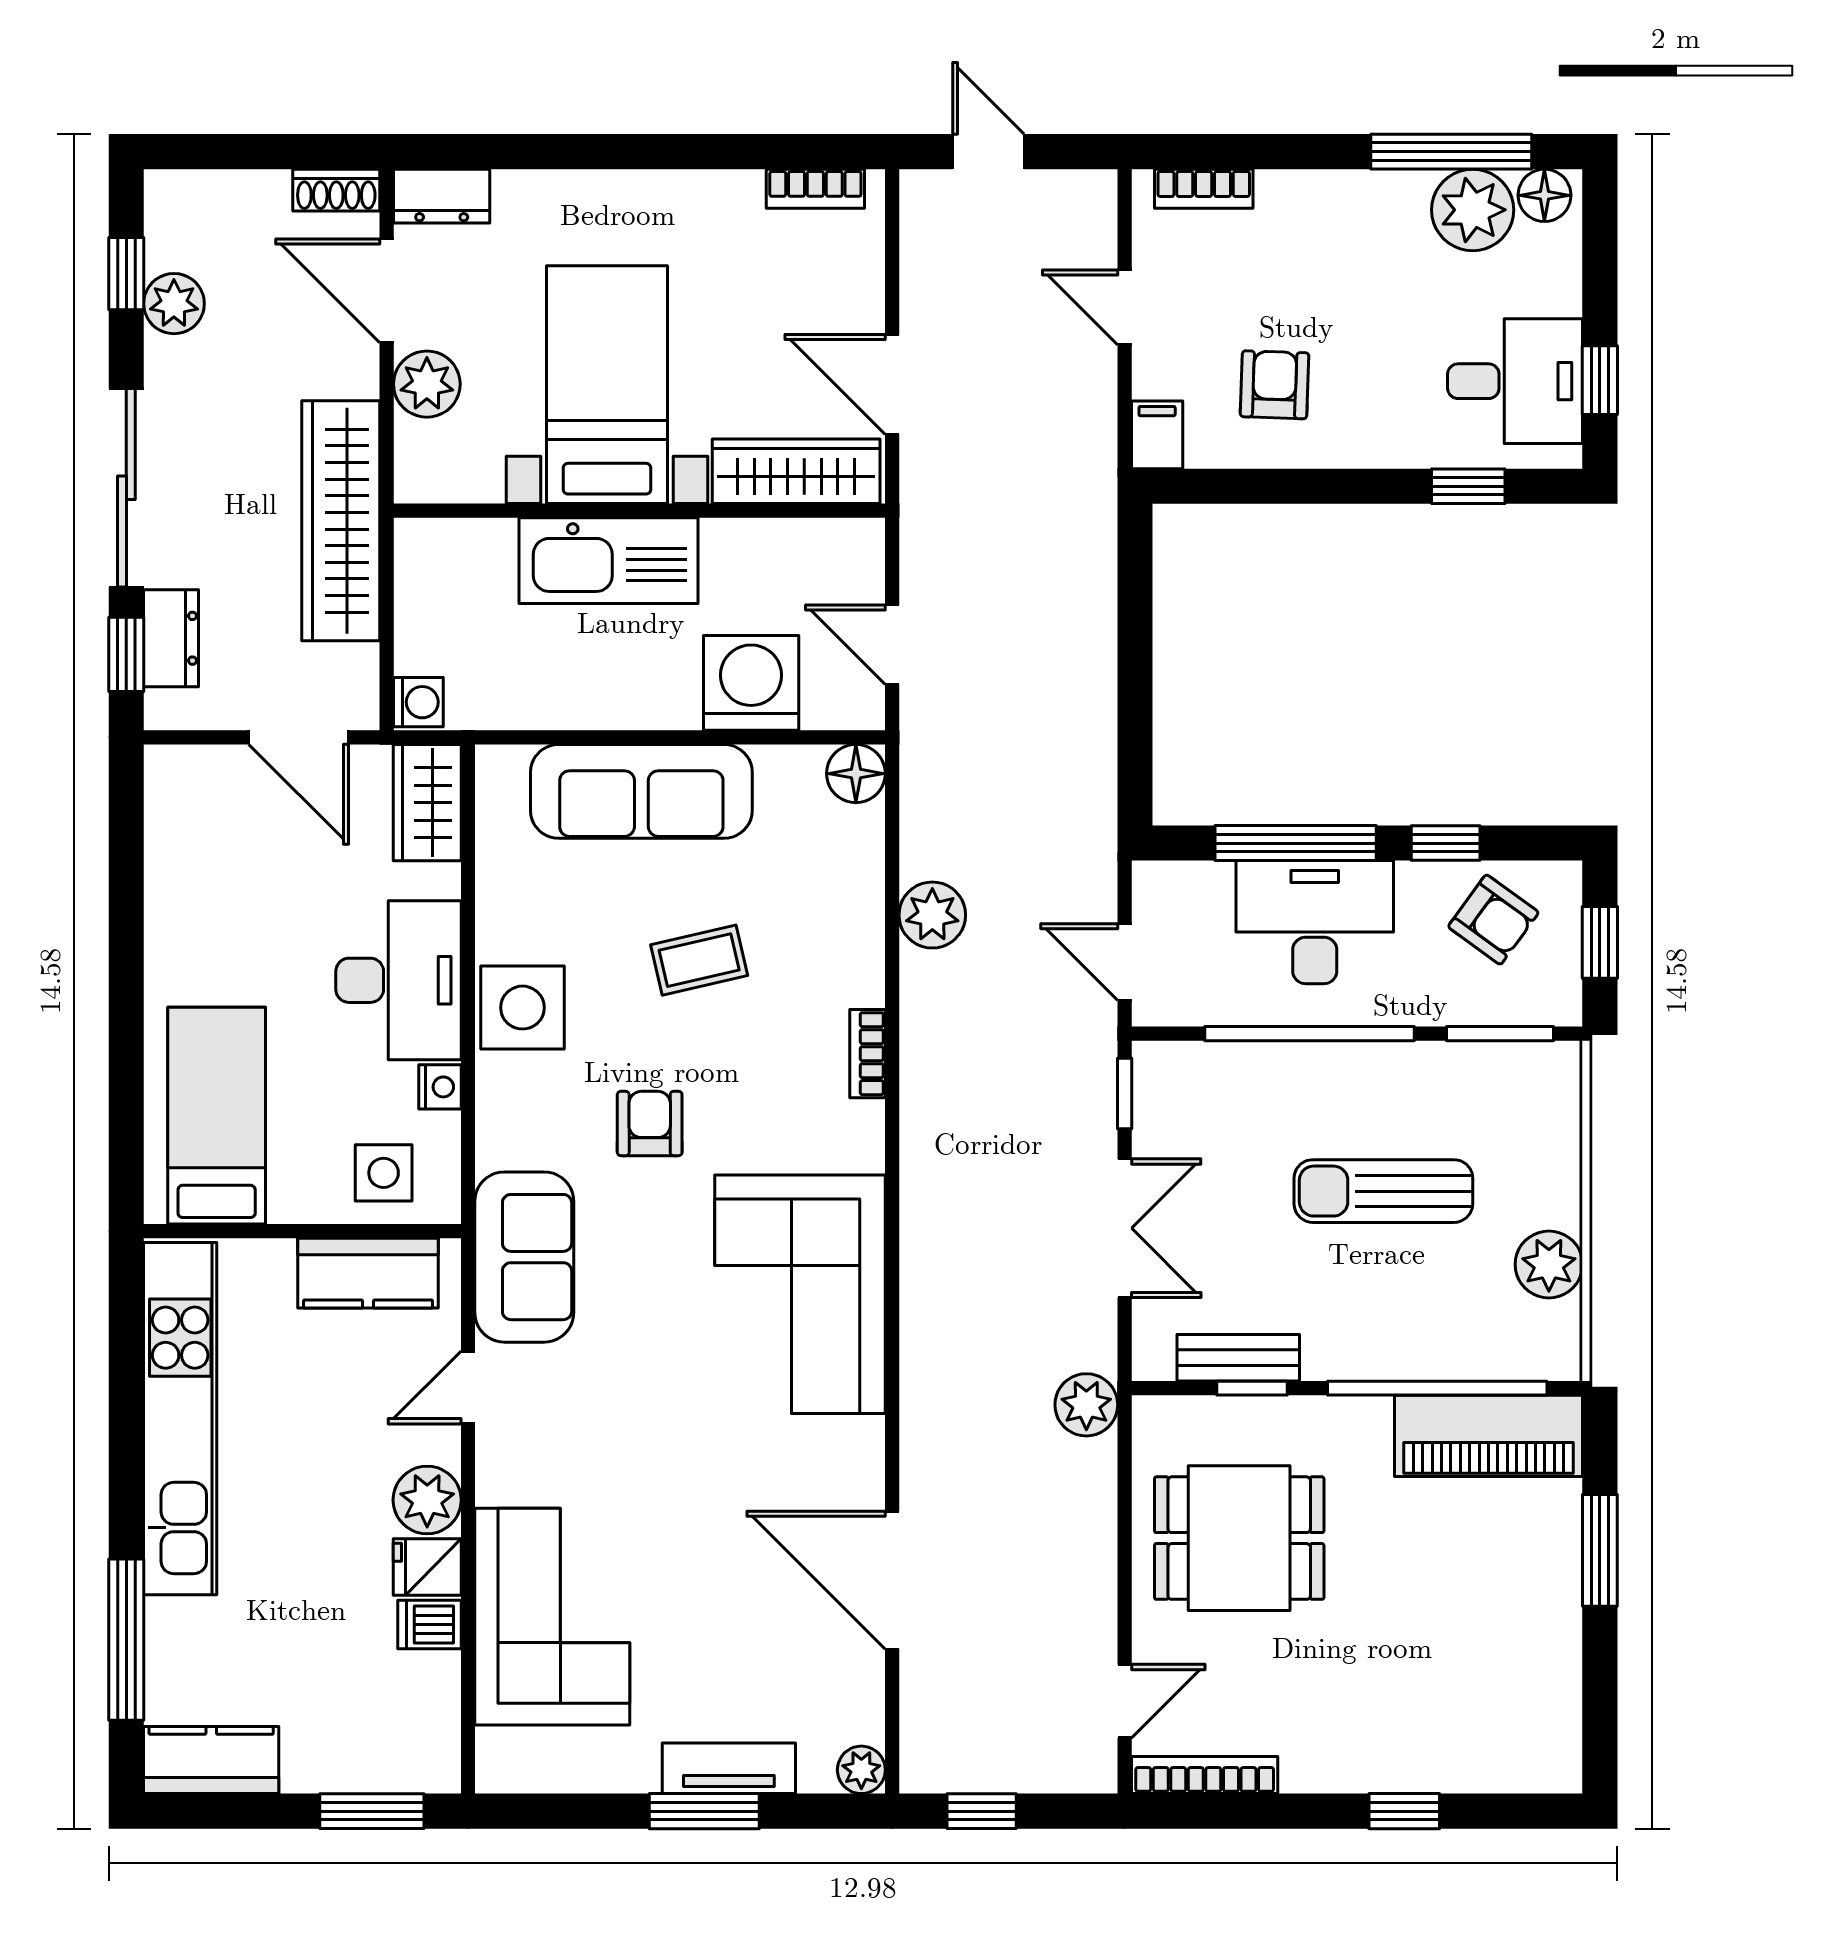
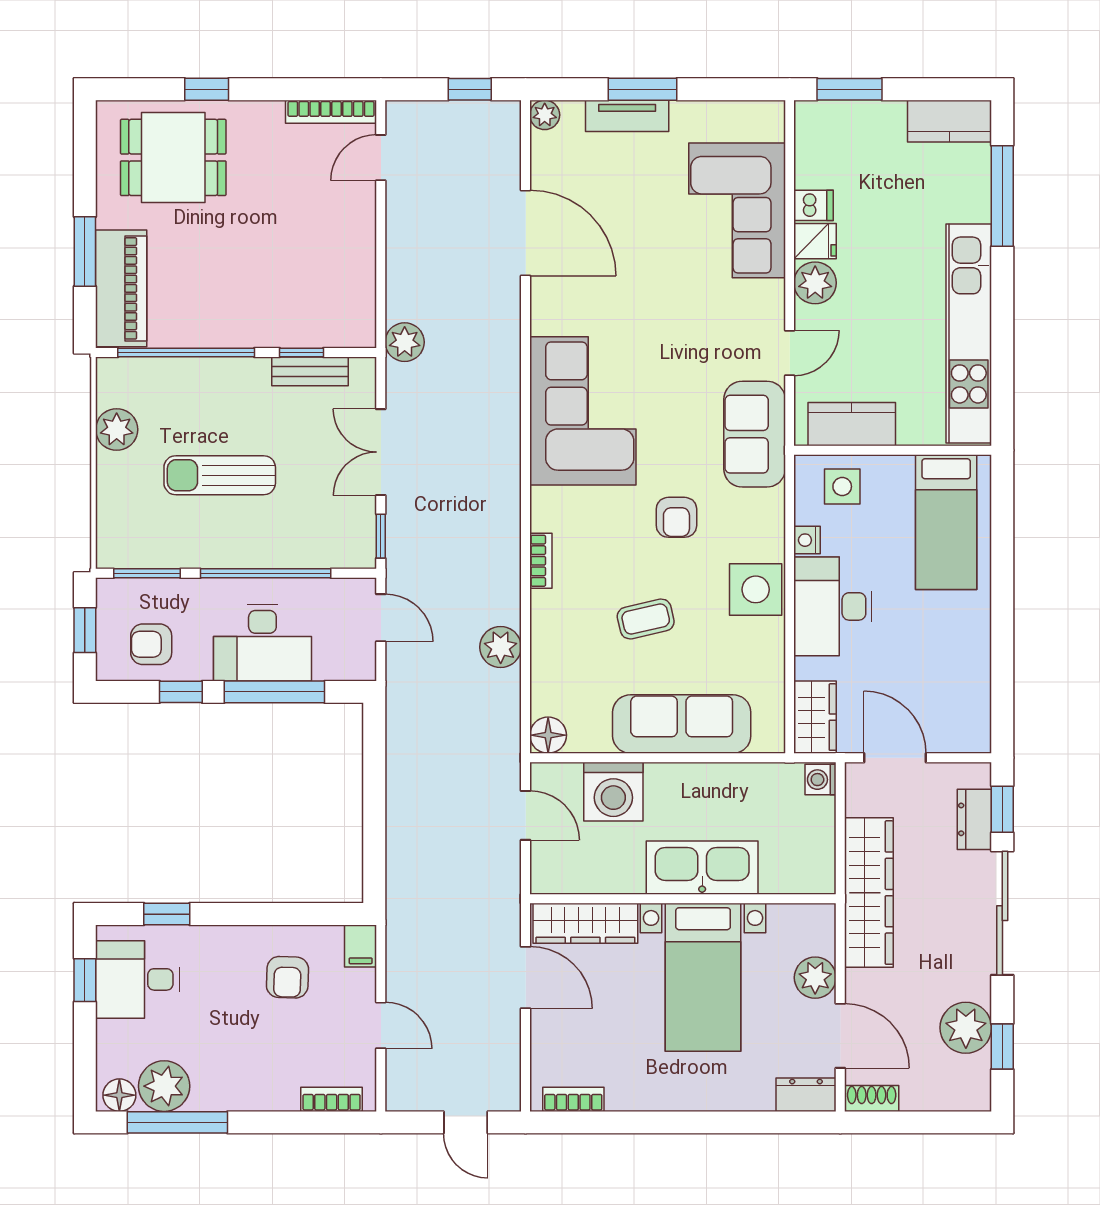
plant: (174, 304) -> (966, 1028), width x1.36, depth x1.36
armchair: (1493, 920) -> (151, 644), turned -36
sun lounger: (1383, 1191) -> (220, 475), turned 180
piano: (1488, 1436) -> (121, 288), moved, turned 90
dining table: (1239, 1538) -> (173, 157), moved

